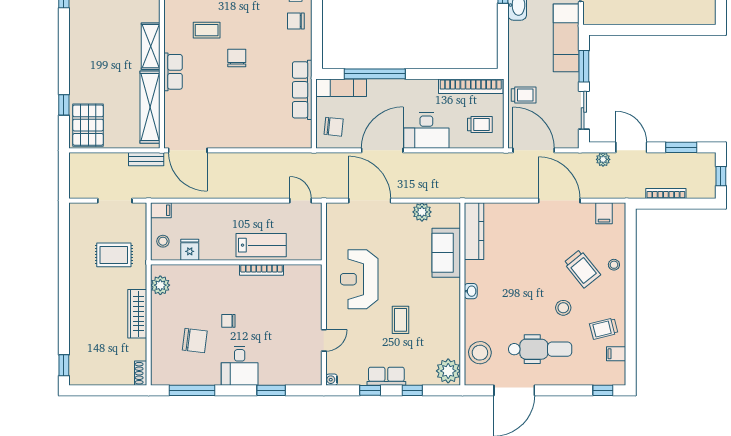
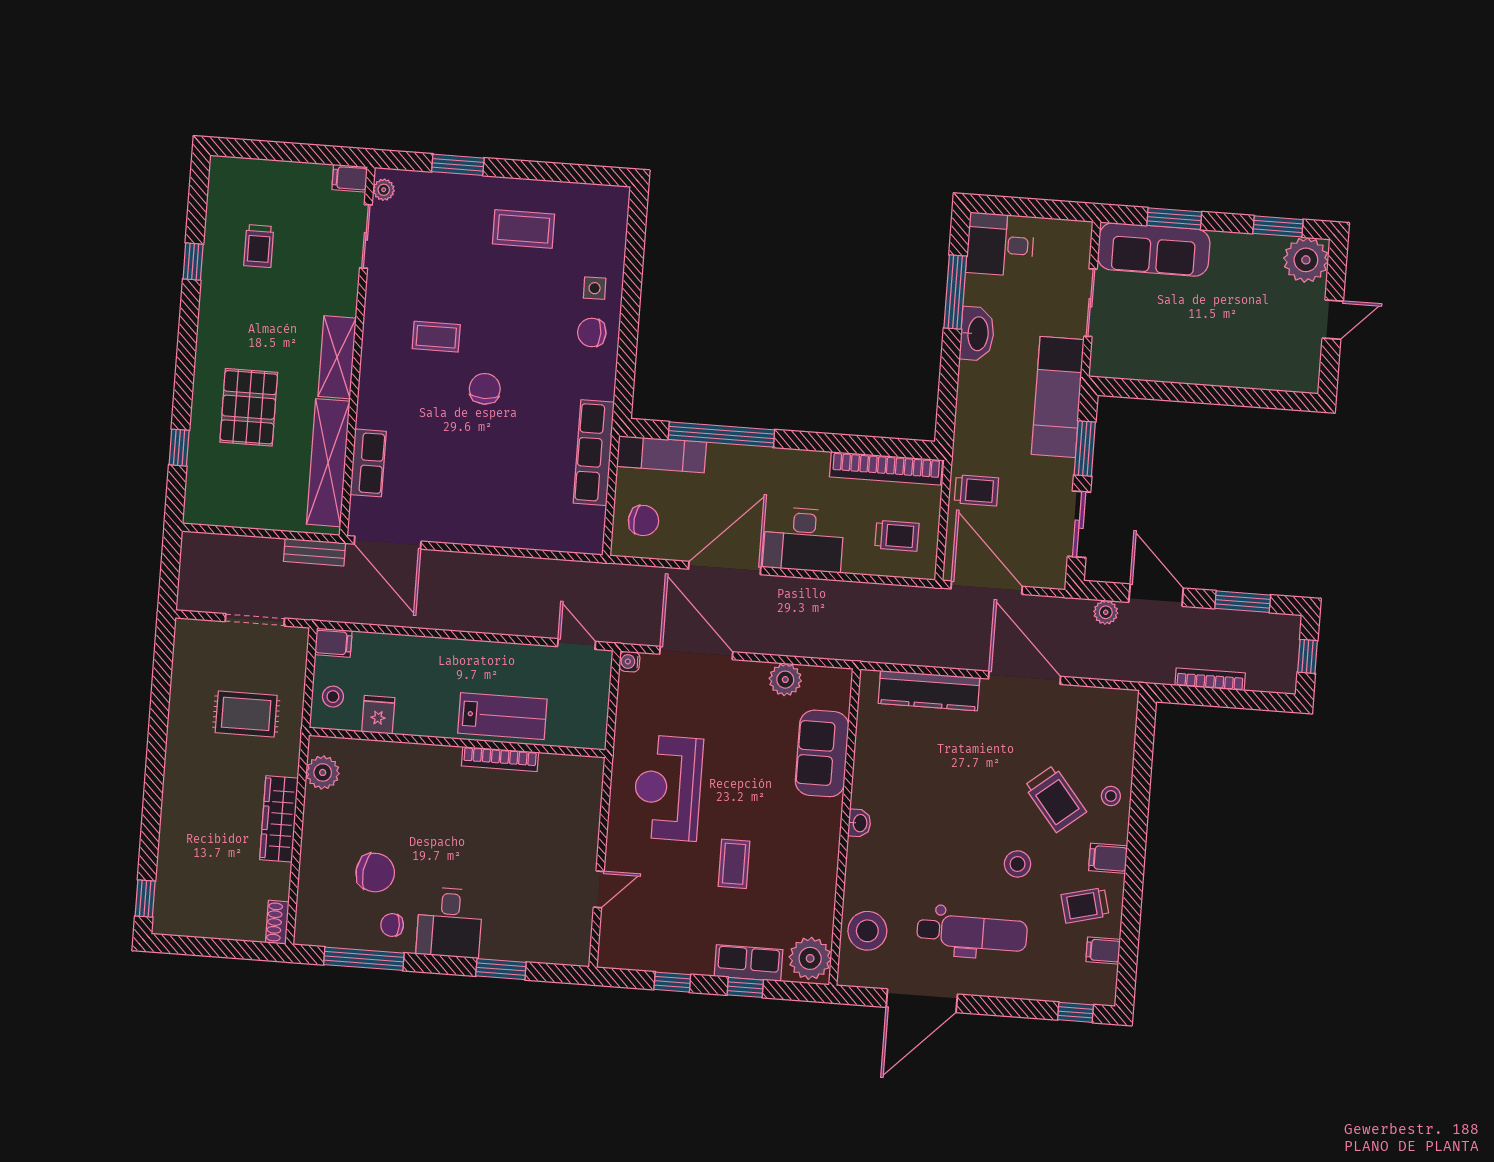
row of seats: (173, 72) -> (368, 463), moved
pallet: (88, 125) -> (249, 407), moved
filing cabinet: (604, 213) -> (1108, 858), moved, turned 90
kitchen counter: (474, 231) -> (929, 691), moved, turned 90
chair: (228, 321) -> (392, 925), moved
row of seats: (386, 376) -> (748, 963), moved
water cooler: (332, 380) -> (629, 662), moved

